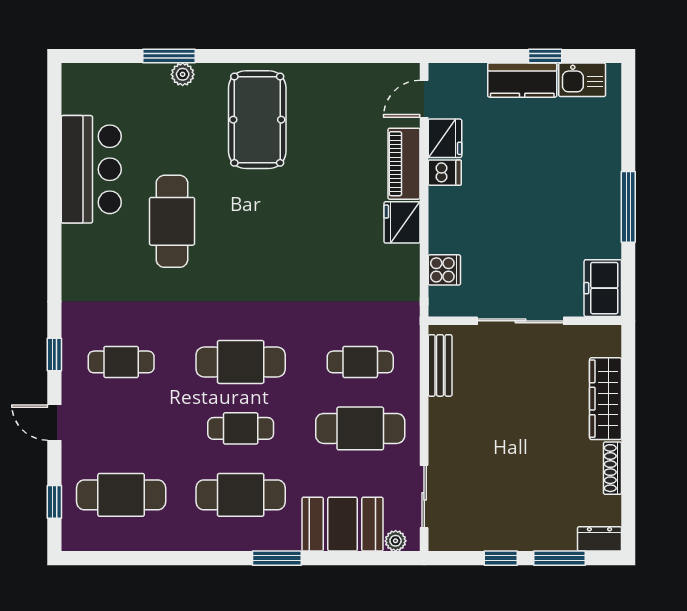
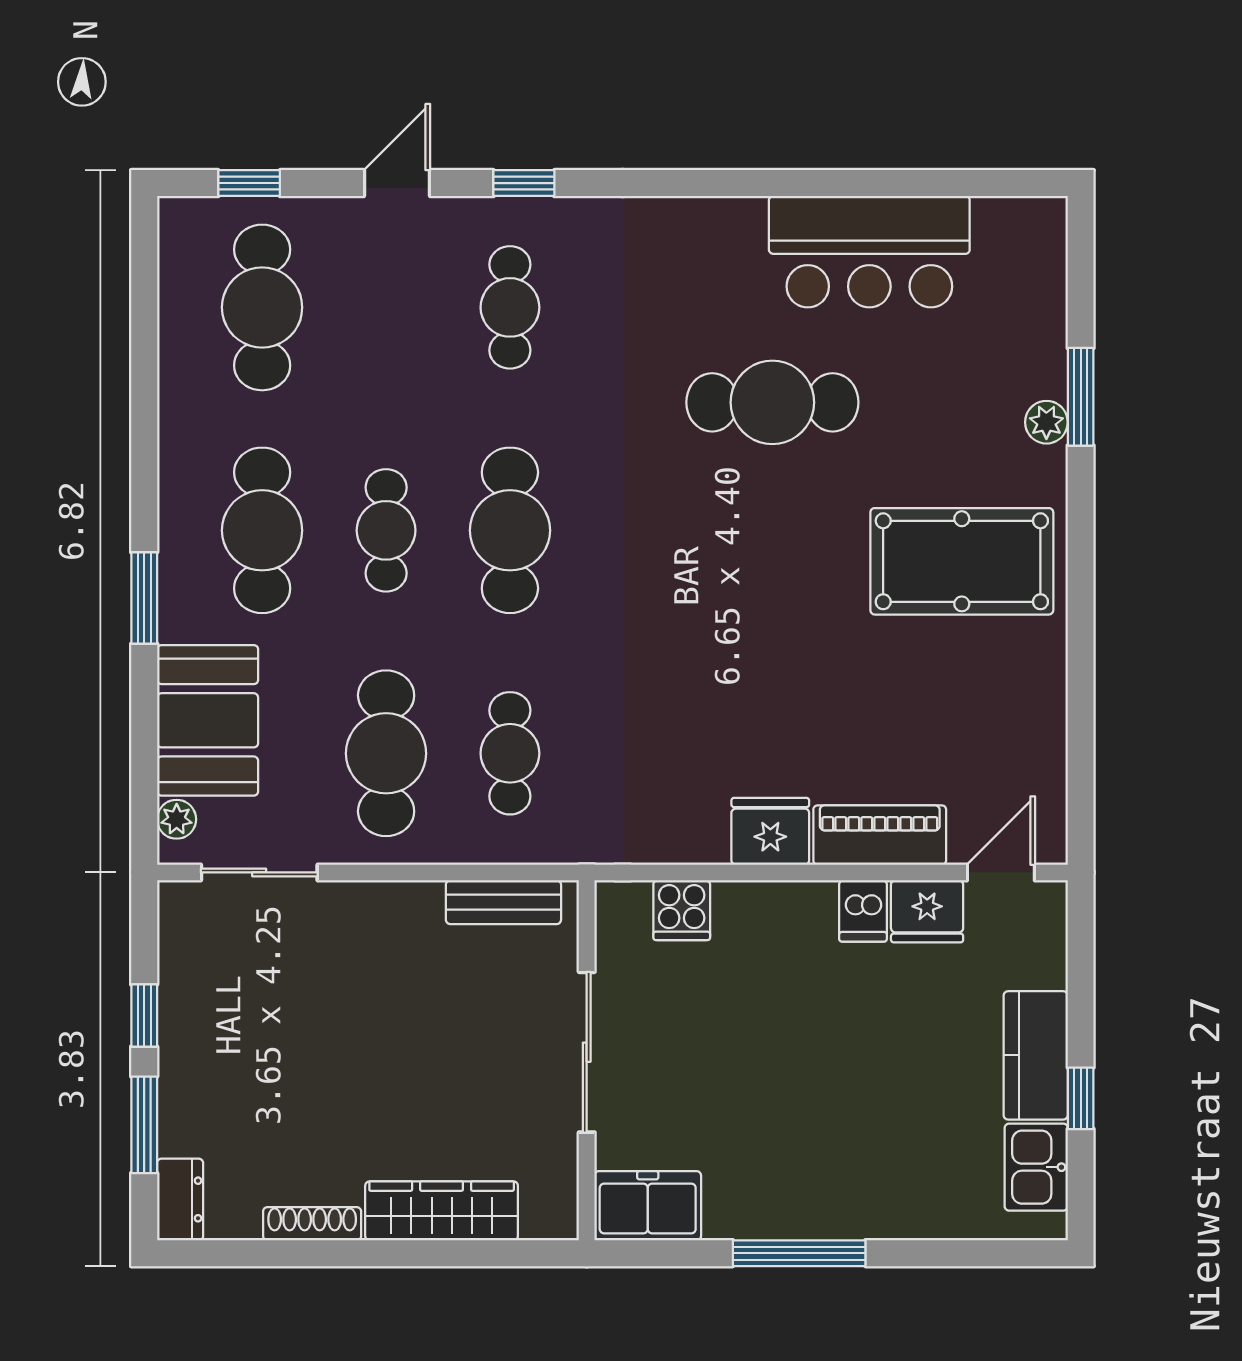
door: (424, 99) -> (1001, 872), hinge flipped

